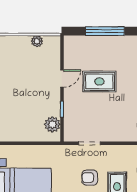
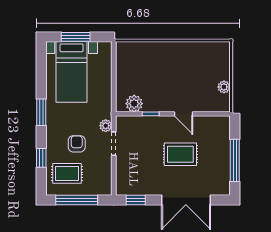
rug: (99, 81) -> (180, 154), turned 90
plant: (73, 151) -> (106, 126), added

